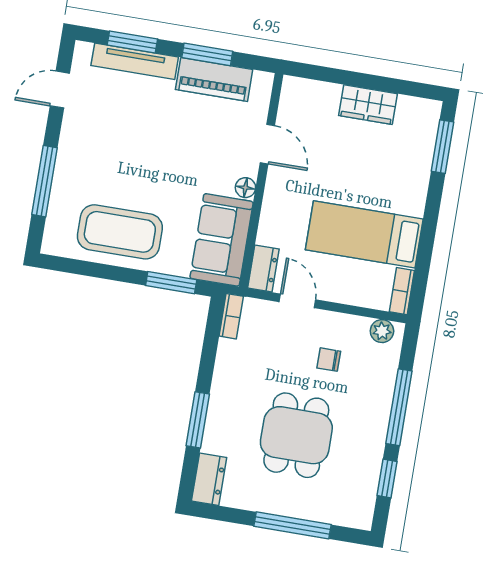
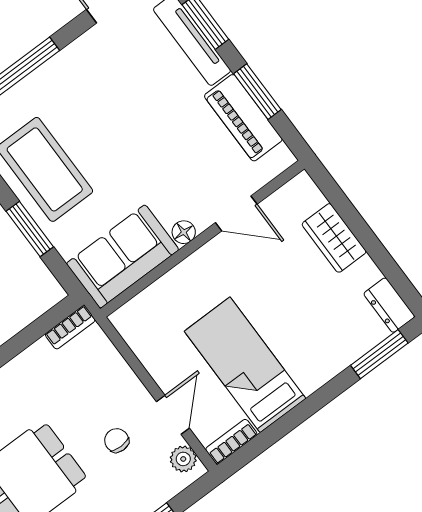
wardrobe: (368, 105) -> (334, 238), moved
door: (267, 144) -> (236, 213), hinge flipped
dresser: (263, 269) -> (389, 305), moved, turned 90
window: (171, 283) -> (30, 229), moved
door: (297, 301) -> (173, 415), moved

